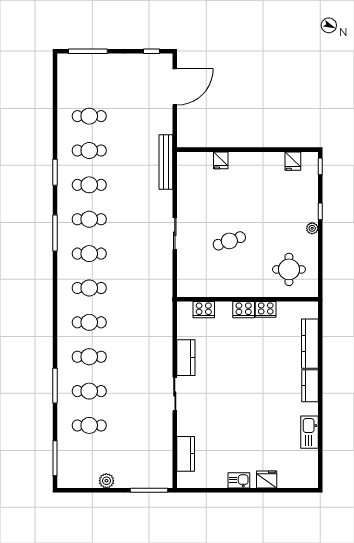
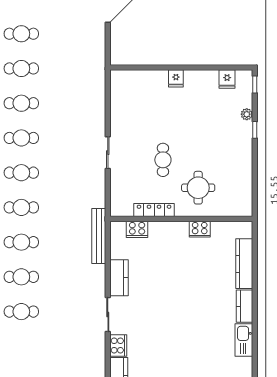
fridge: (221, 160) -> (176, 78), moved
bench: (166, 162) -> (99, 236), moved
plant: (312, 228) -> (247, 114), moved
cafe table: (229, 241) -> (163, 160), turned -71
round table: (289, 269) -> (198, 188), moved
locker: (221, 291) -> (154, 210), added
cooker: (244, 310) -> (118, 345), moved, turned -90
cafe table: (89, 425) -> (21, 346), removed
kitchen sink: (309, 432) -> (244, 340), moved

